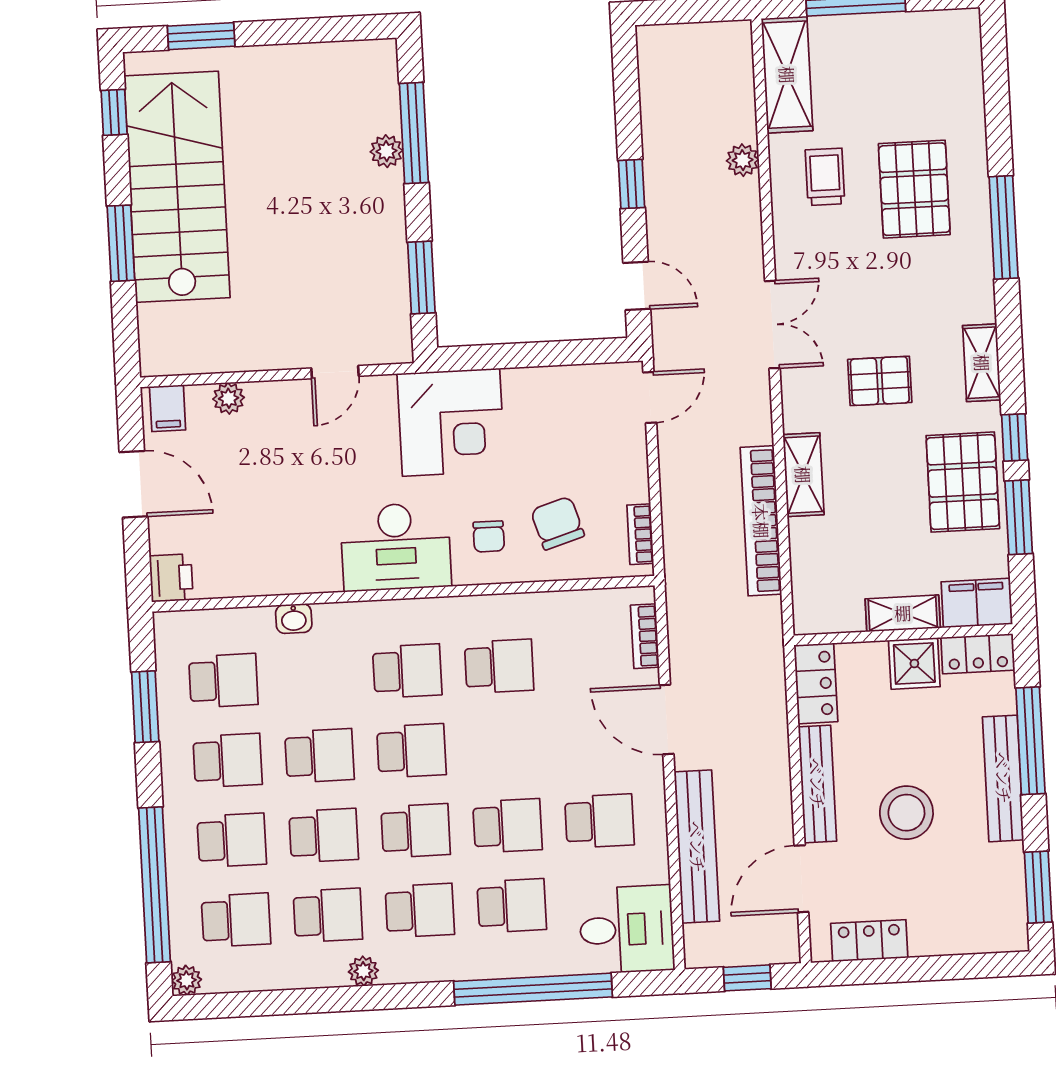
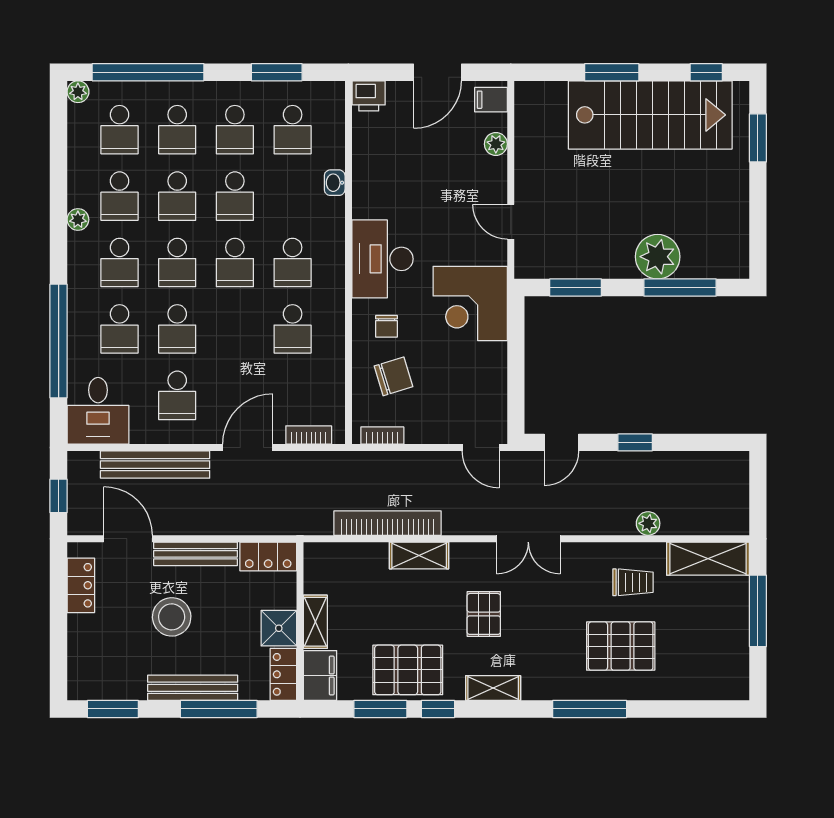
plant: (386, 151) -> (658, 257), width x1.88, depth x1.88
chair: (489, 536) -> (386, 326), turned -90

